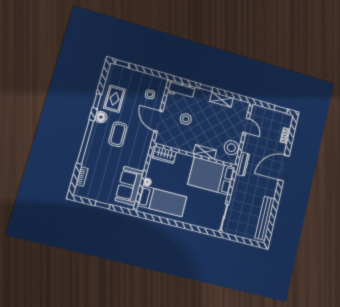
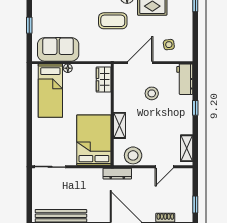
shelving: (221, 100) -> (187, 148), moved

